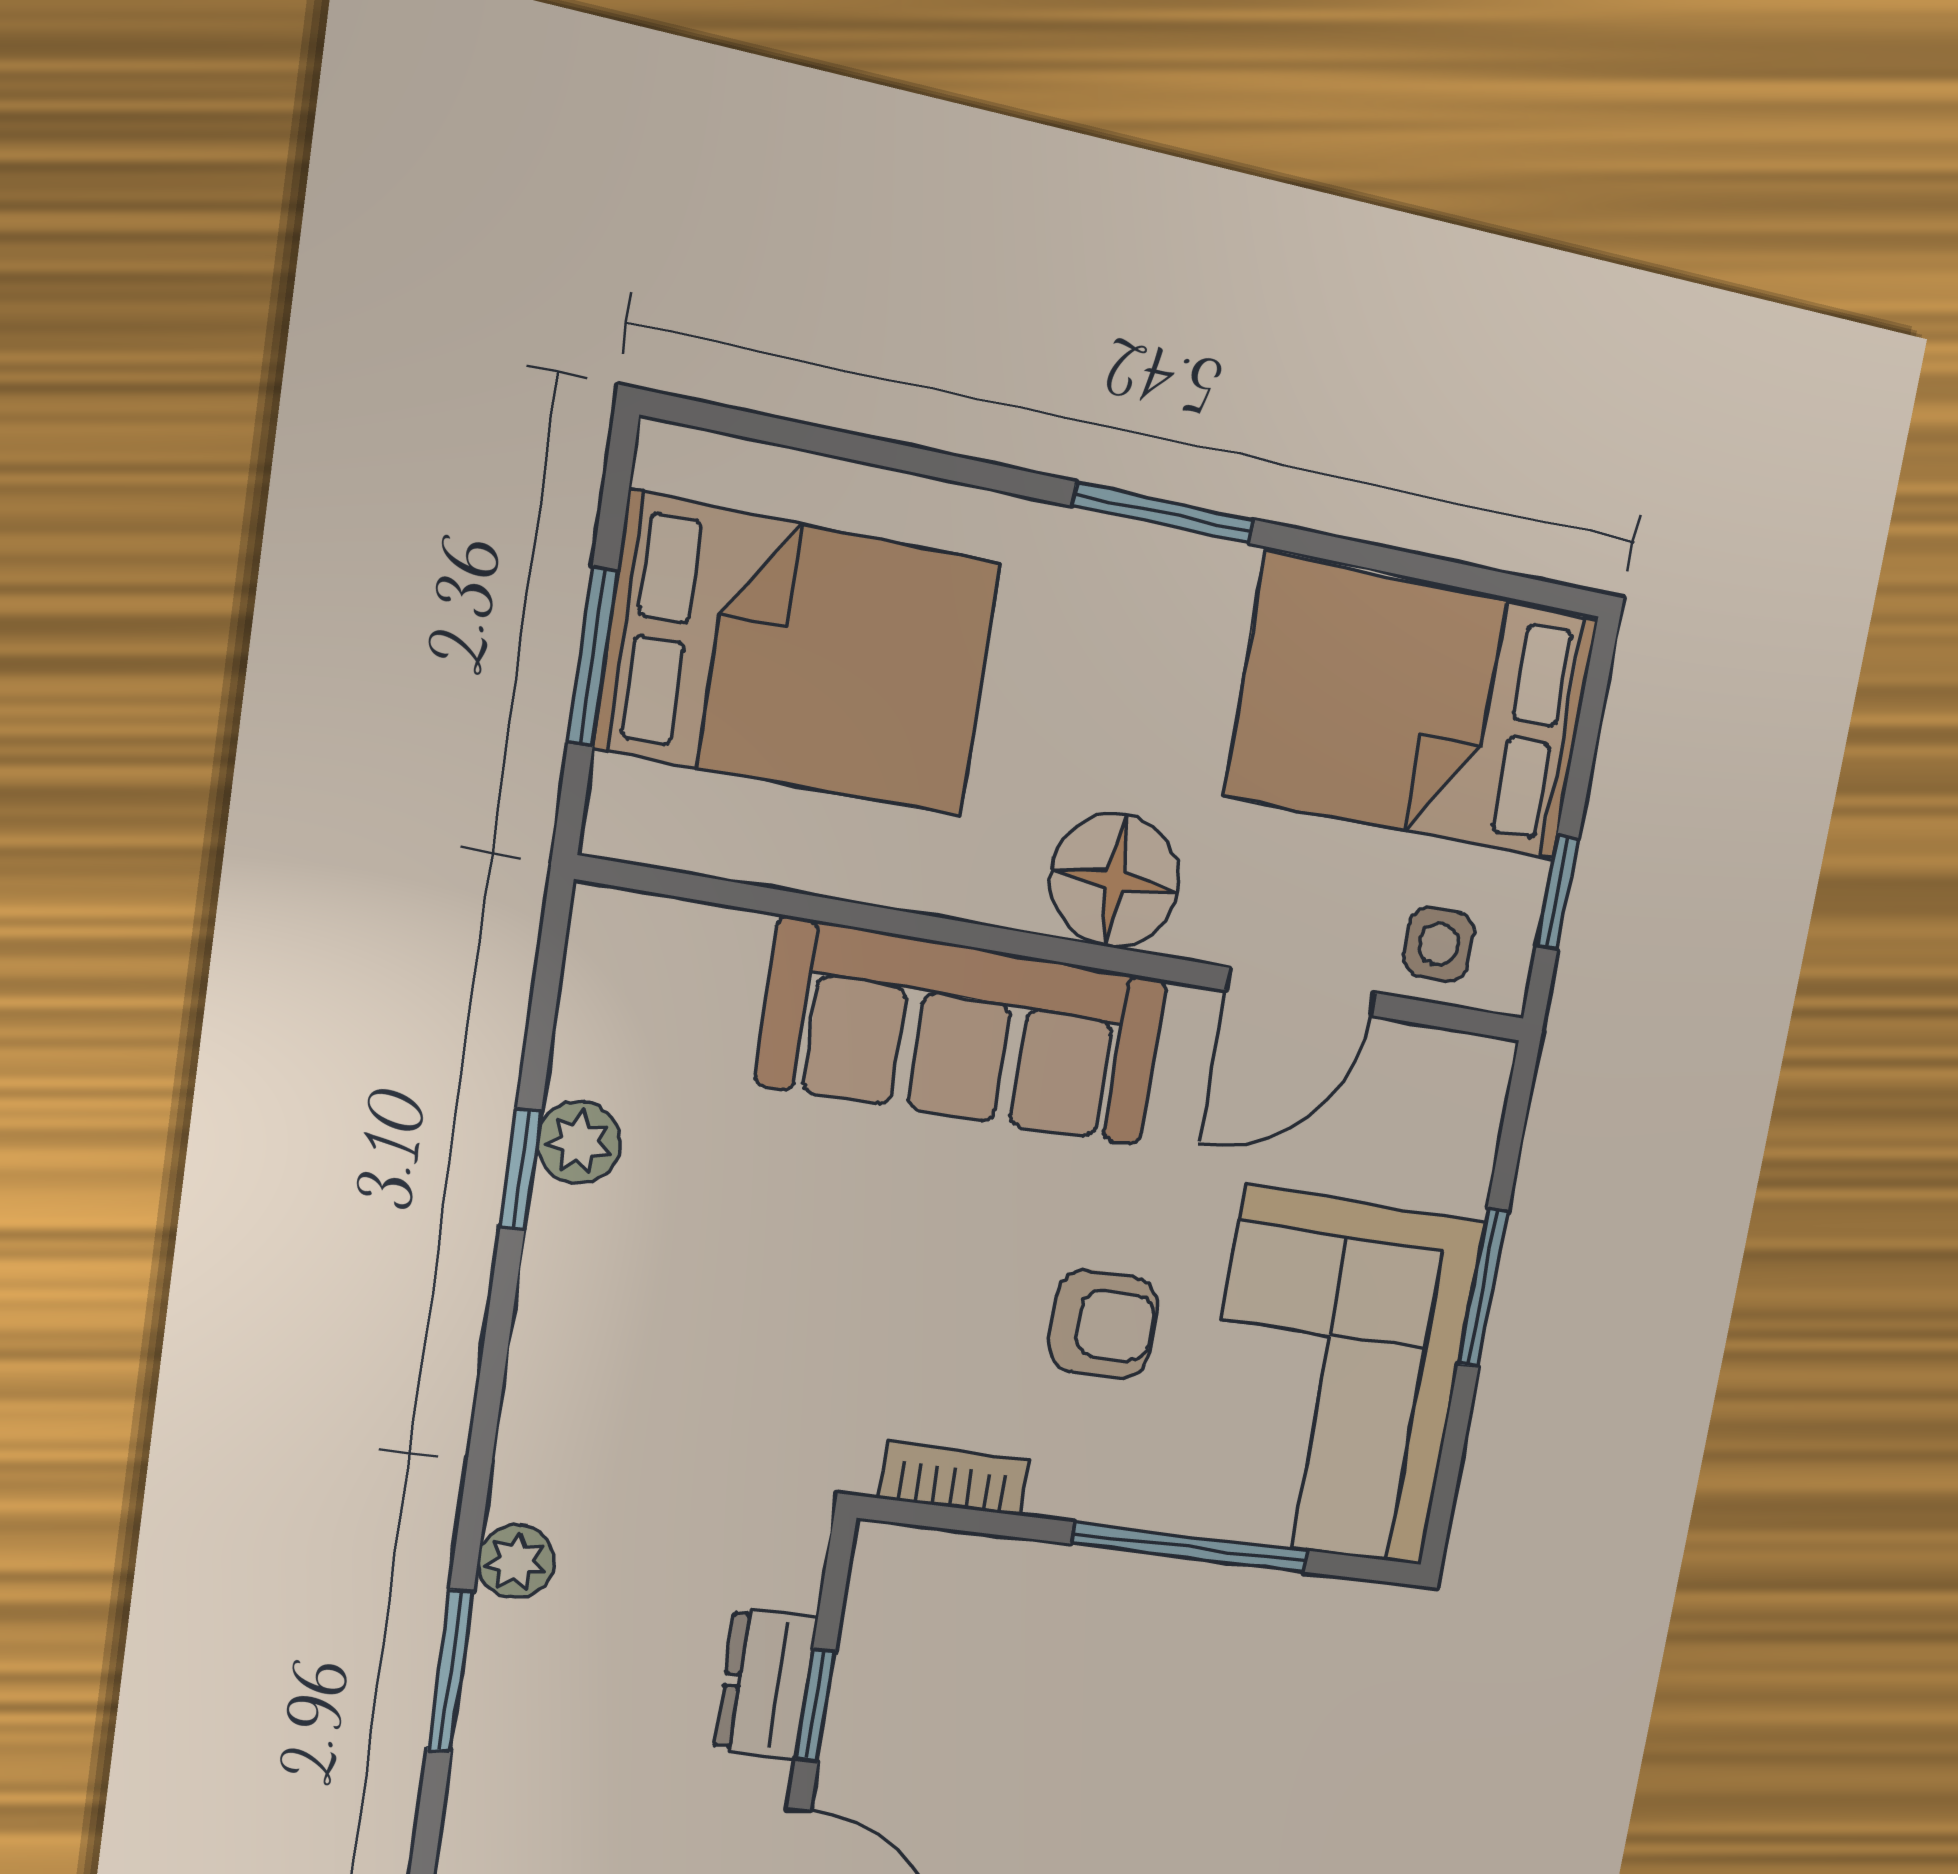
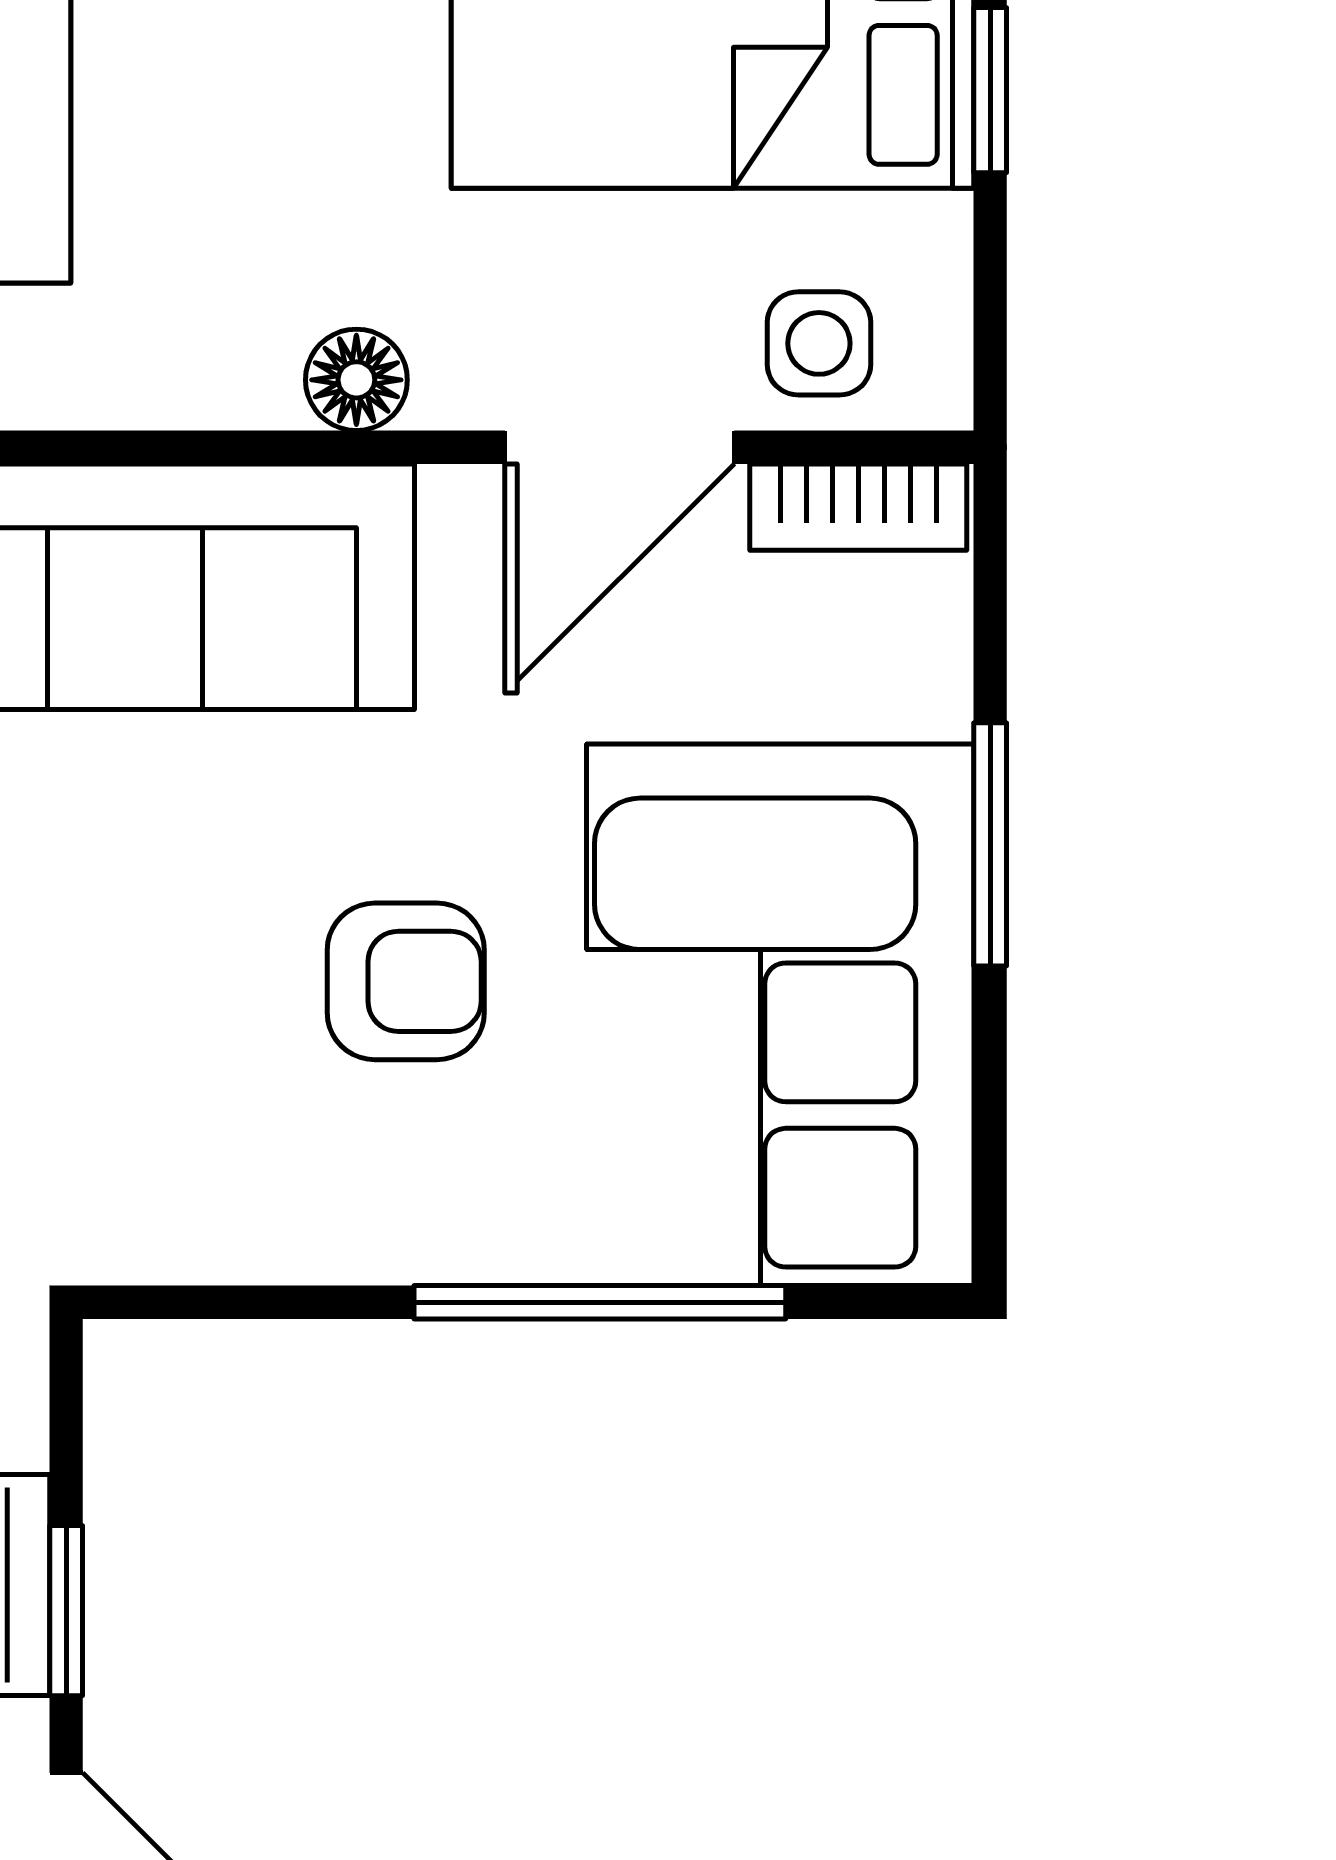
floor lamp: (1115, 880) -> (356, 380), width x0.53, depth x0.53
window: (1557, 893) -> (990, 90), moved
bookcase: (954, 1479) -> (858, 507), moved, turned 180

